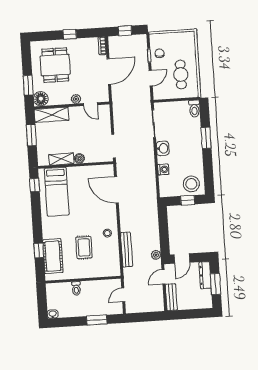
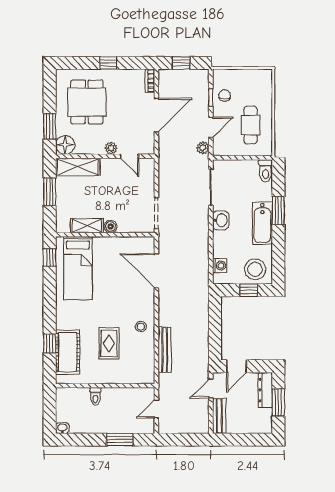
bathtub: (195, 149) -> (262, 223), added
washing machine: (163, 169) -> (220, 266), moved
plant: (156, 255) -> (203, 148), moved

